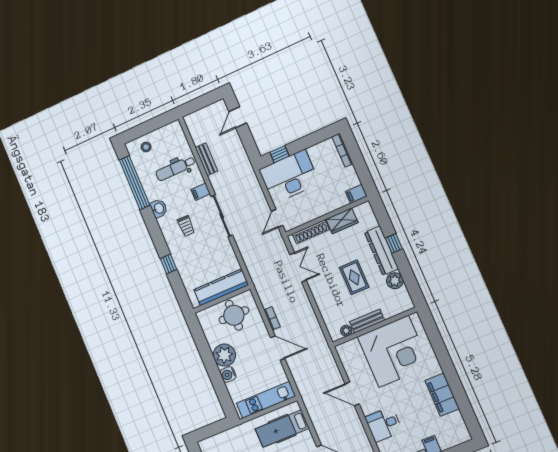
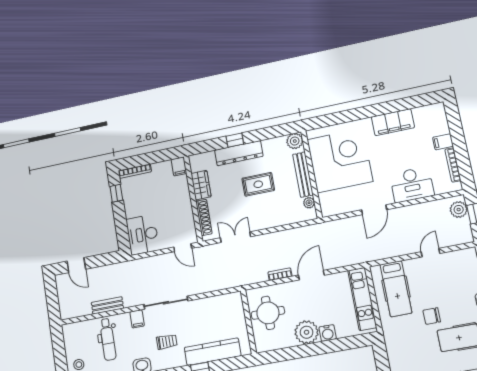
window: (279, 154) -> (116, 193), moved
desk: (289, 177) -> (143, 235), width x0.73, depth x0.77
plant: (395, 281) -> (295, 141), moved
kitchen counter: (221, 287) -> (213, 352), moved, turned 90
bench: (367, 321) -> (303, 175), width x1.36
desk: (384, 424) -> (412, 185), width x1.37

